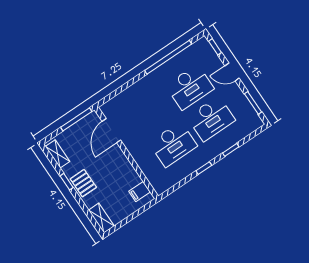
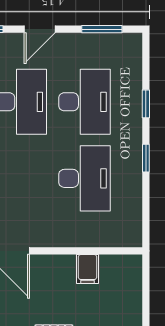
filing cabinet: (140, 192) -> (87, 269), moved

